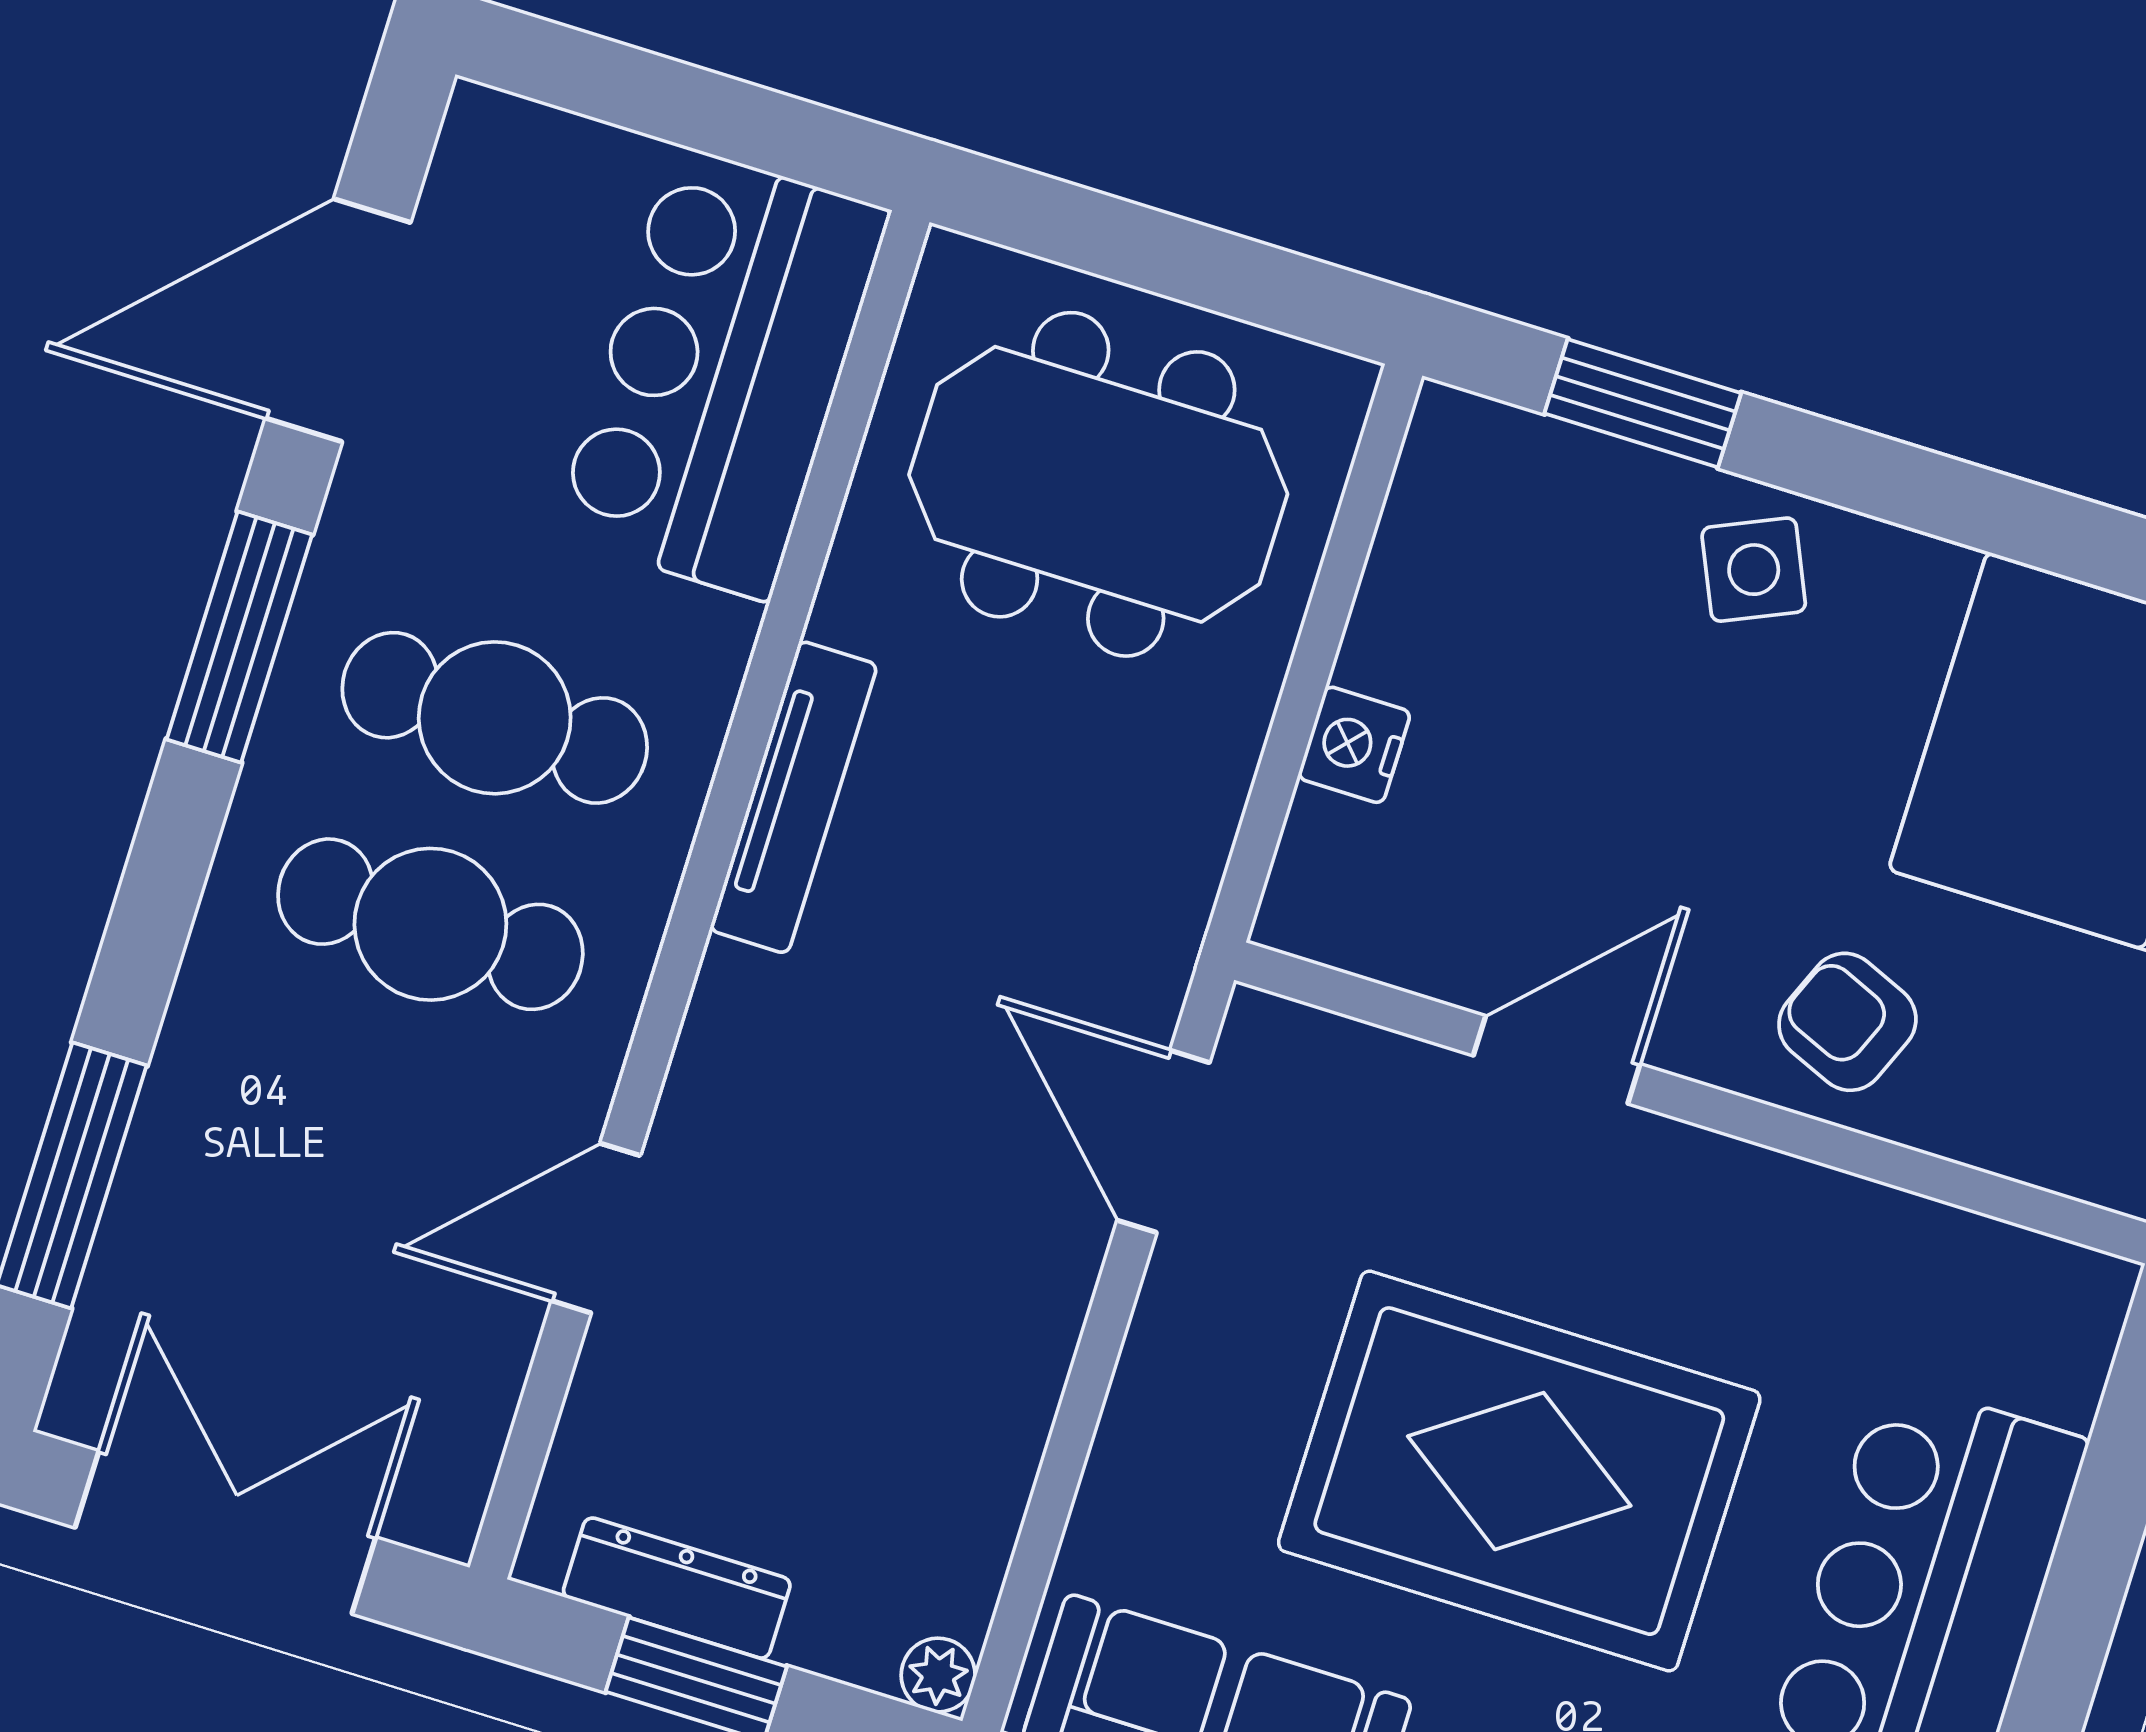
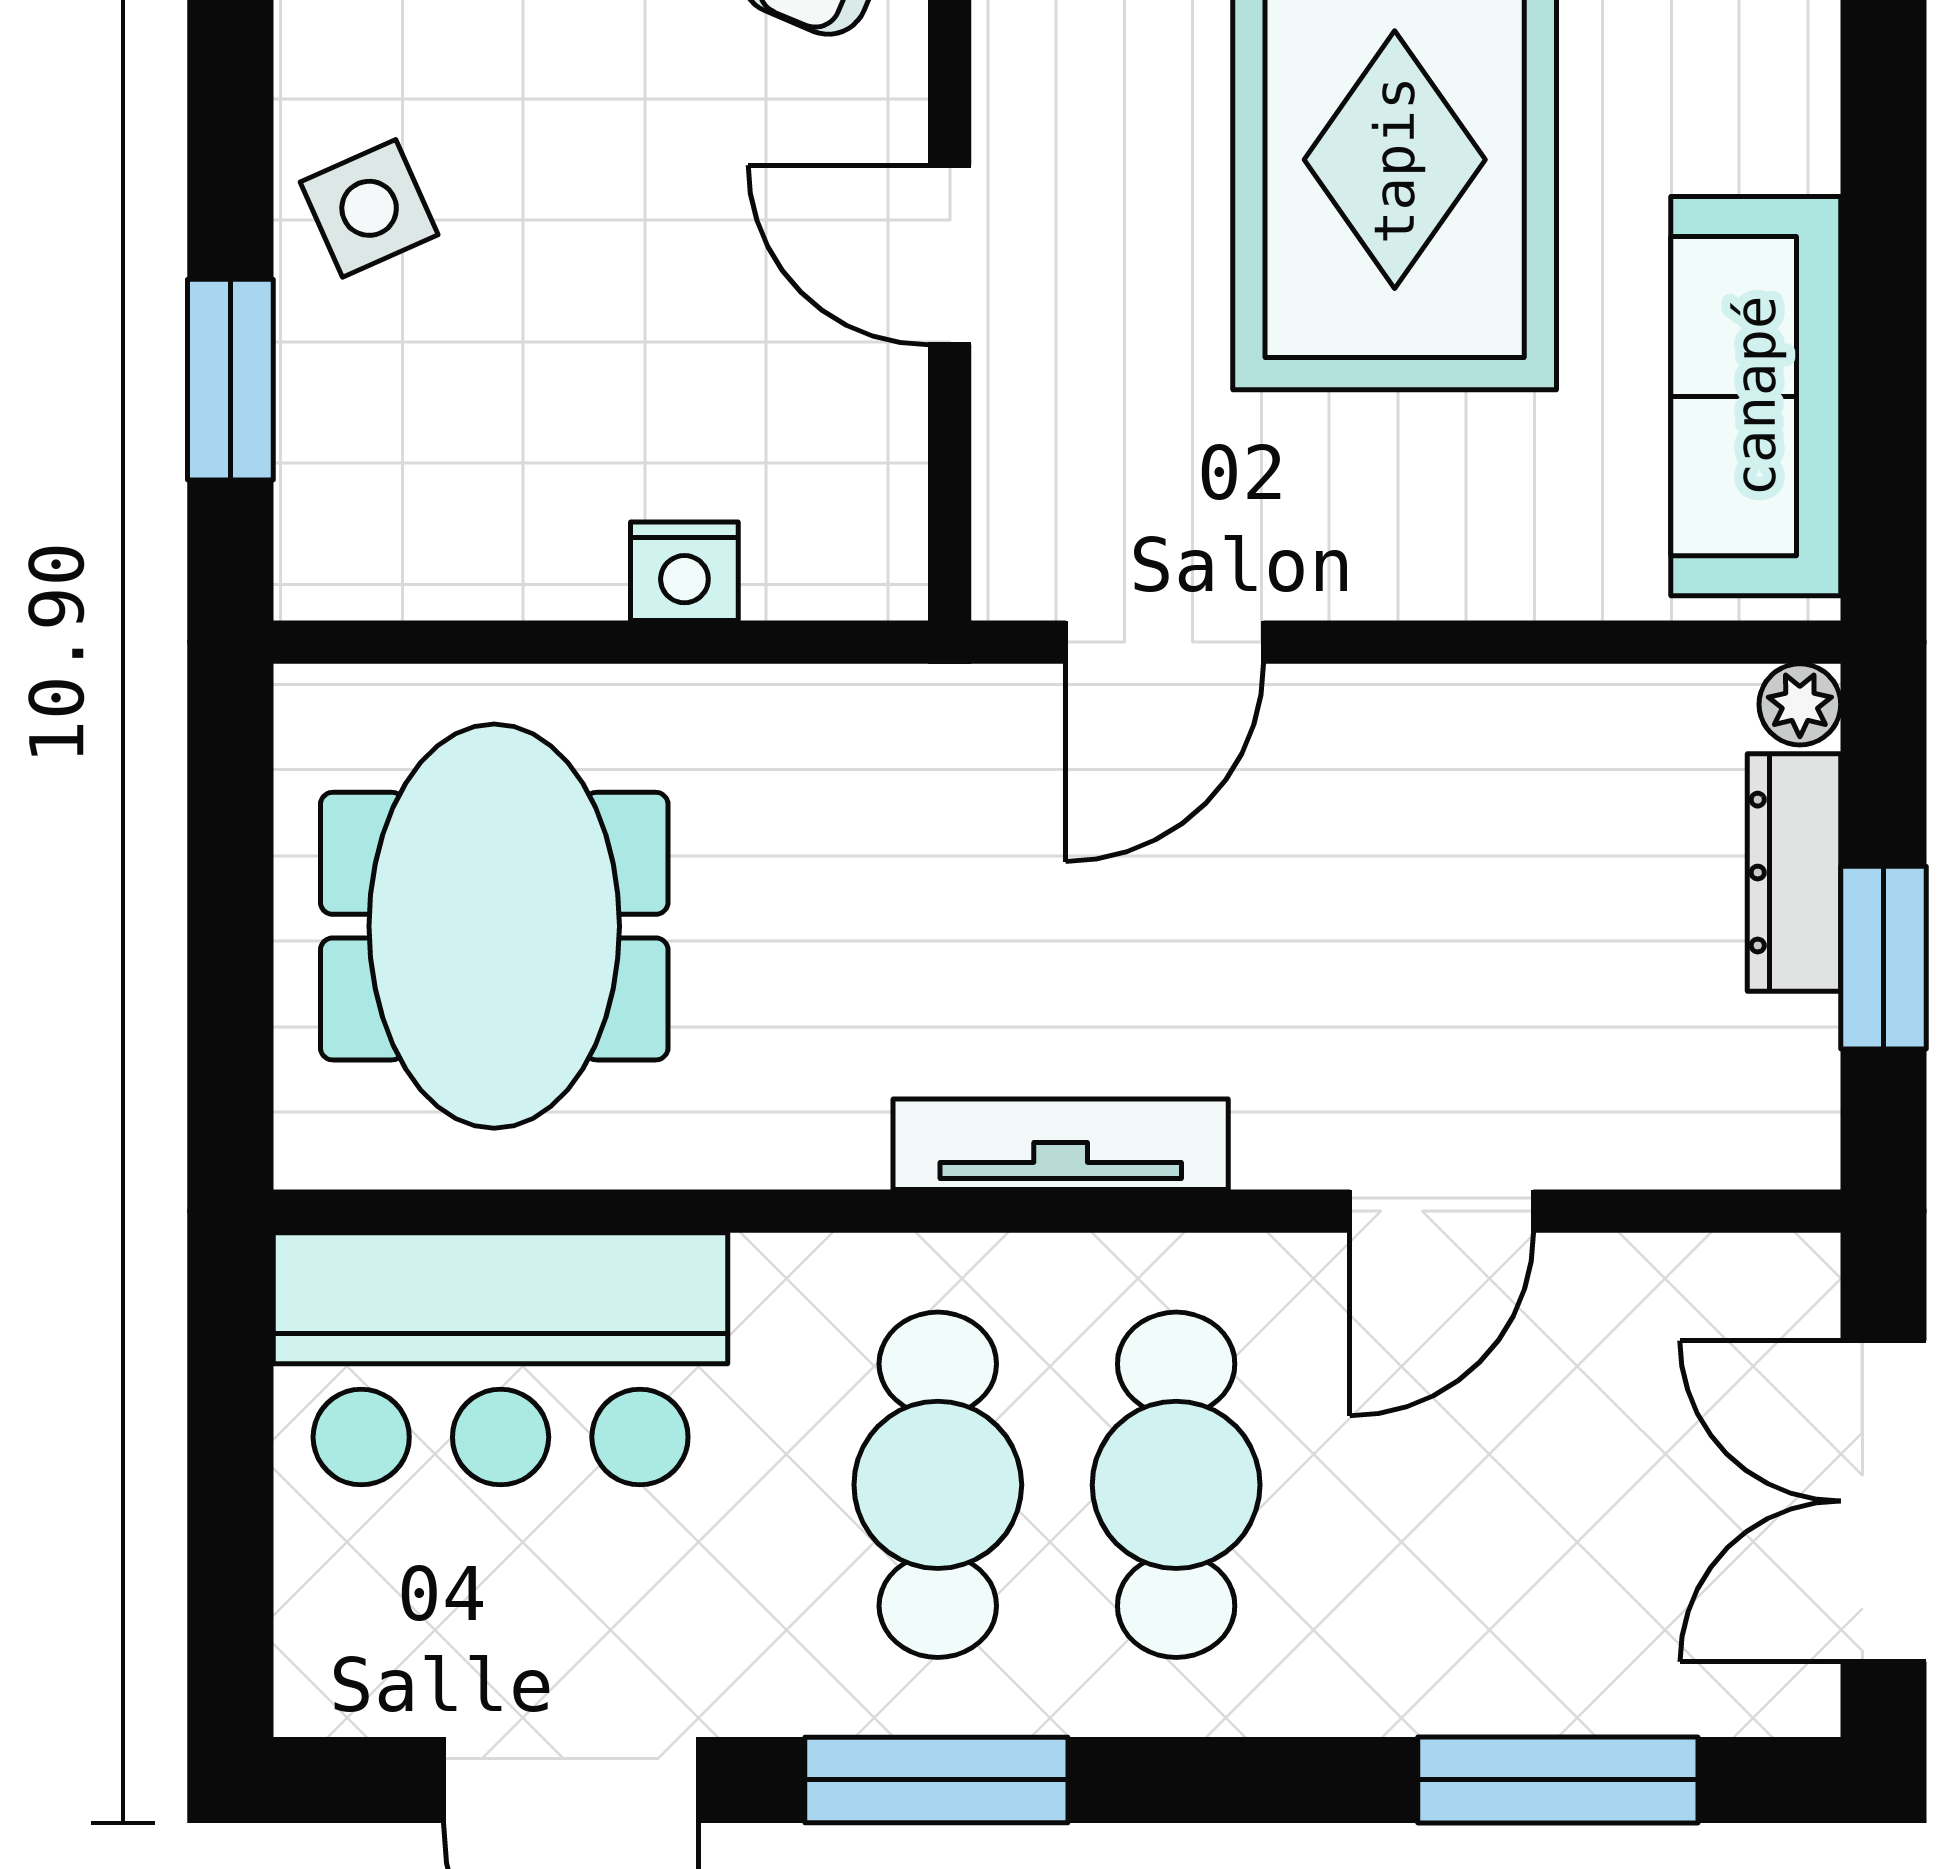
tv unit: (794, 797) -> (1061, 1144), moved
door: (596, 1228) -> (1442, 1211), hinge flipped
dresser: (677, 1588) -> (1794, 873), moved

